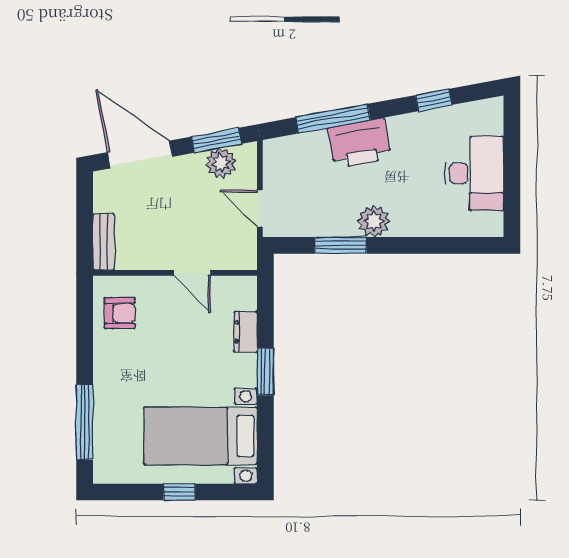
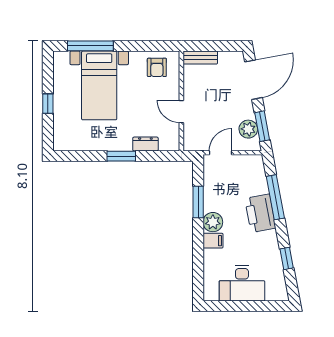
filing cabinet: (404, 221) -> (213, 241), added
door: (192, 273) -> (181, 112), hinge flipped
bed with nightstands: (201, 436) -> (99, 85), moved, turned 180

